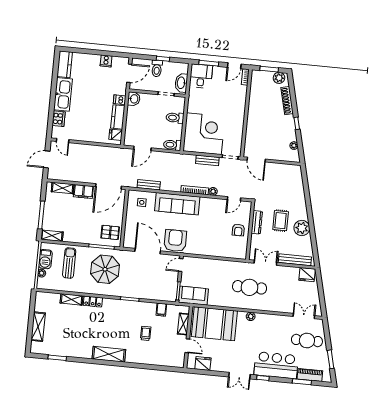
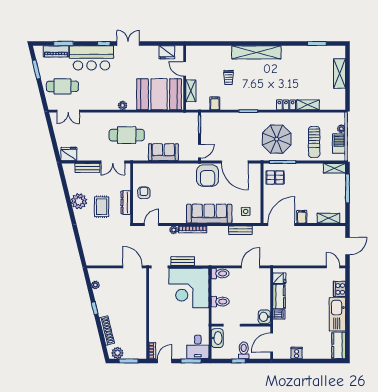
filing cabinet: (83, 192) -> (302, 217), width x0.50
bench: (295, 260) -> (87, 168), width x0.73
sofa: (193, 296) -> (163, 152), moved, turned 180
shelving: (109, 354) -> (256, 52), width x1.47

